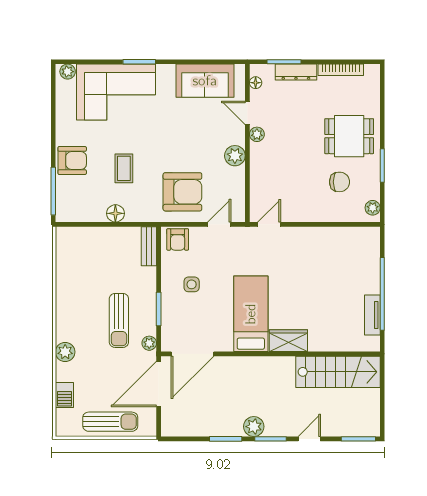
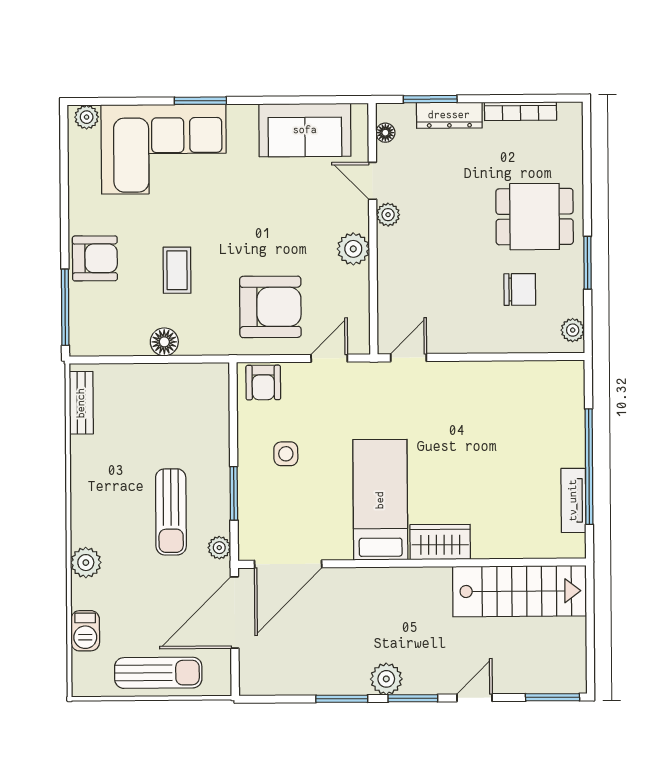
bench: (149, 246) -> (81, 403), moved

